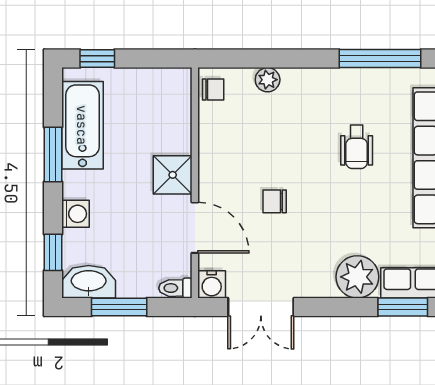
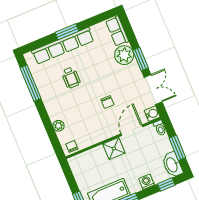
wheelchair: (357, 147) -> (71, 78), turned 90
window: (403, 307) -> (140, 59), moved

